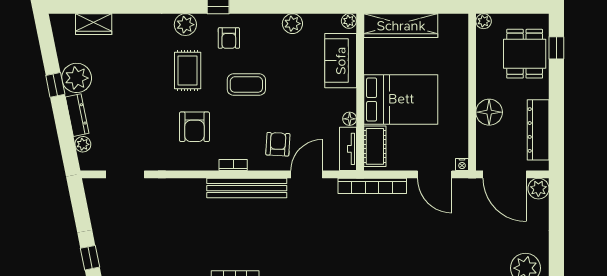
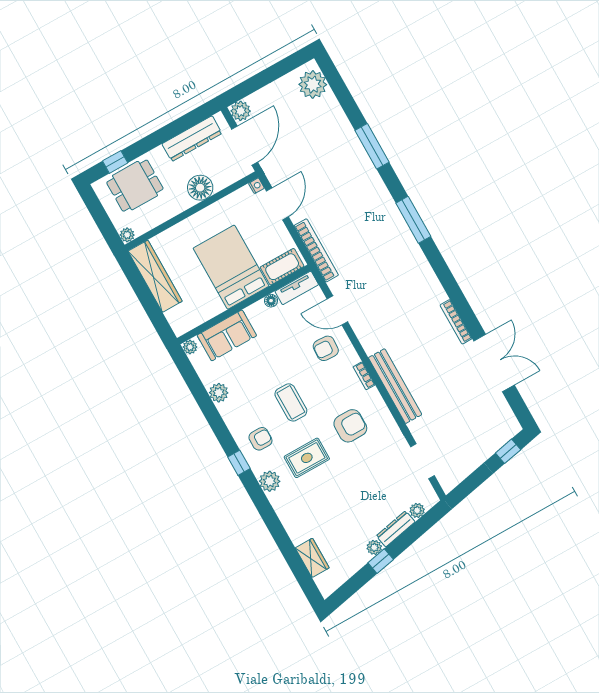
wardrobe: (401, 26) -> (155, 276), moved
plant: (77, 78) -> (374, 547), width x0.53, depth x0.53
bench: (247, 188) -> (395, 386), moved

